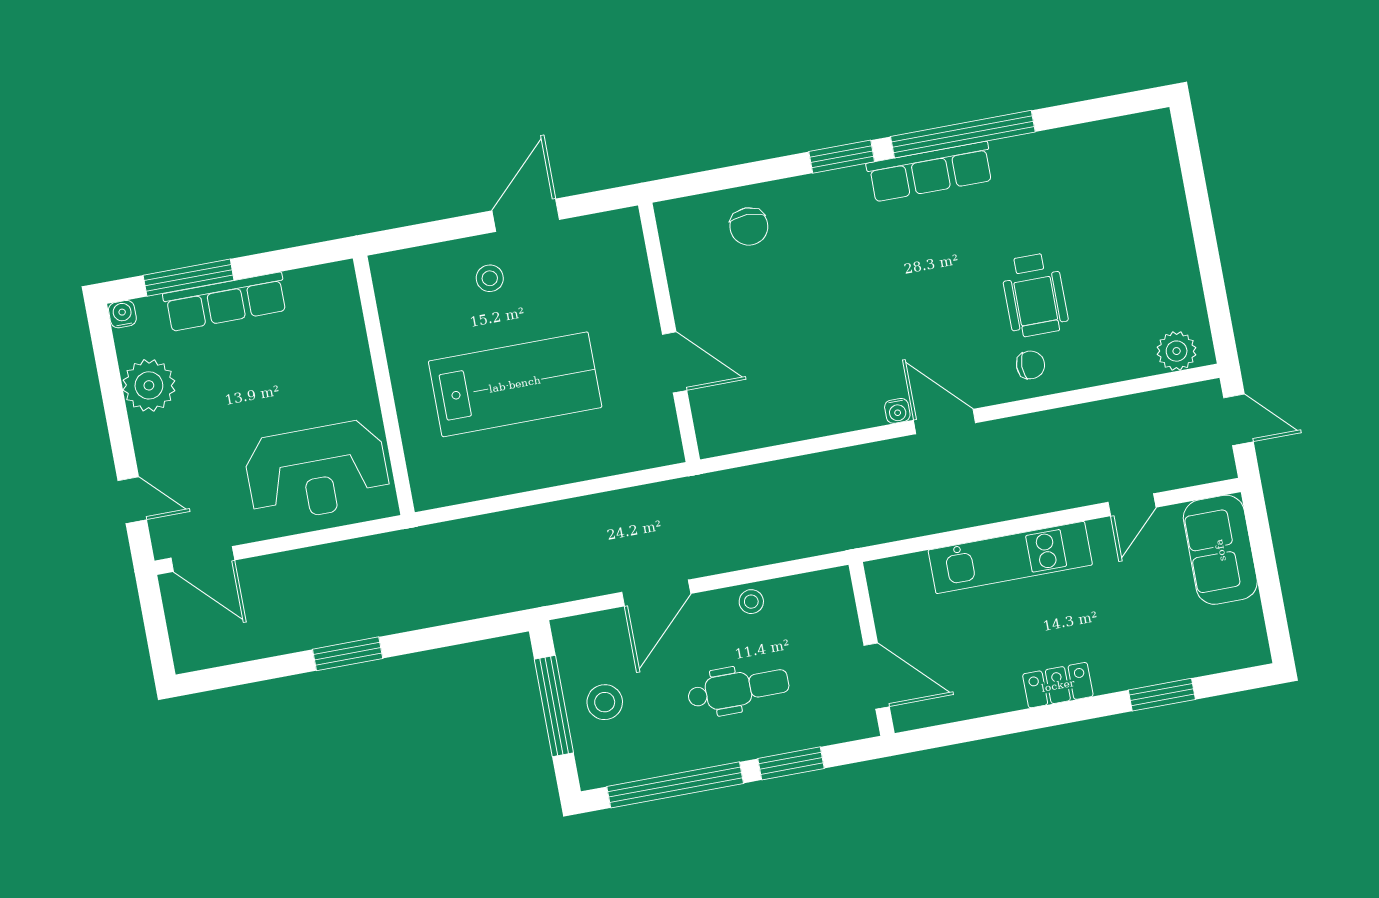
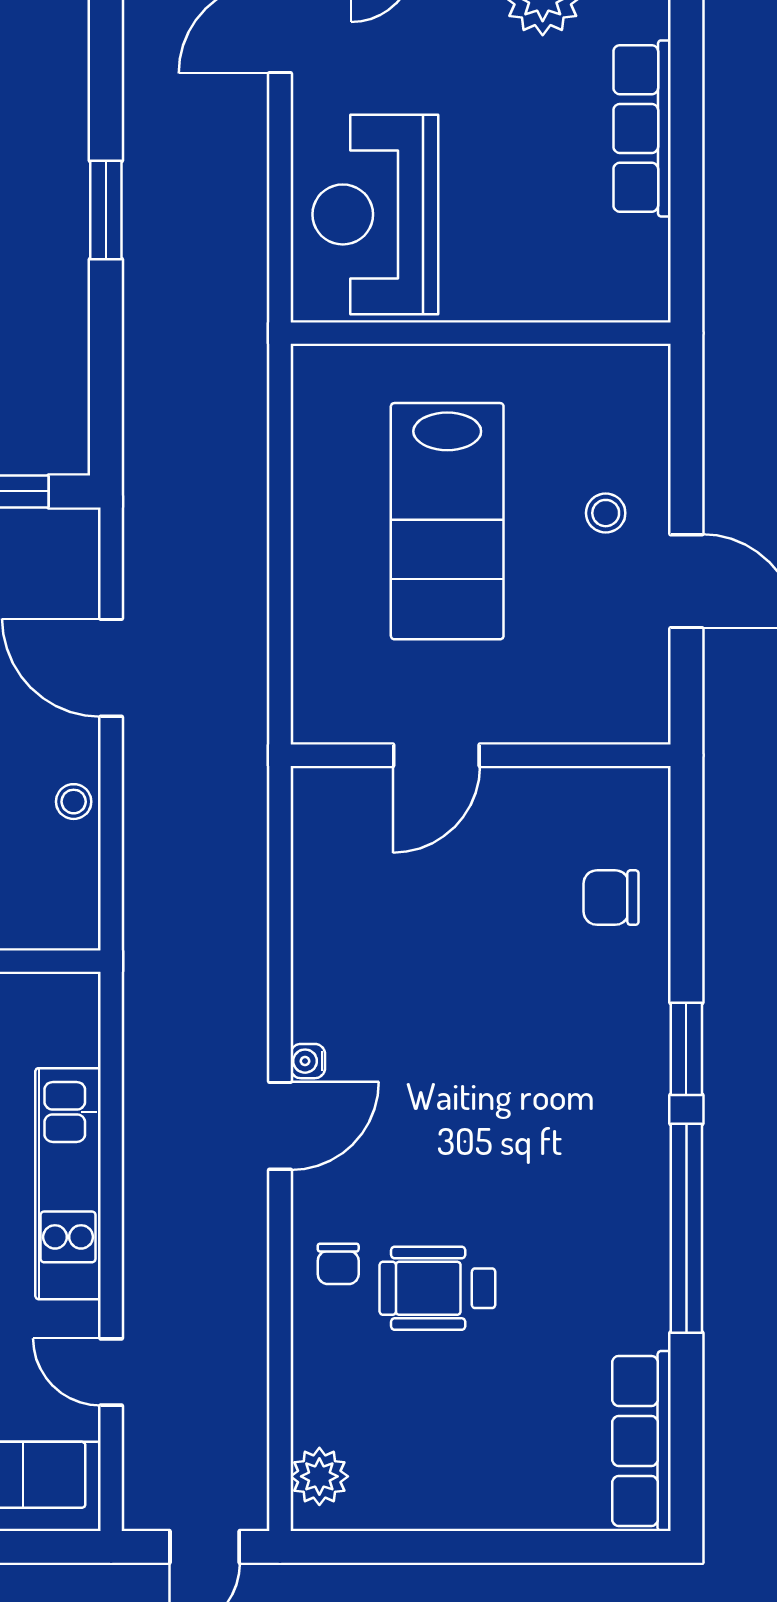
row of seats: (930, 172) -> (641, 1441), moved
window: (189, 278) -> (686, 82), removed

